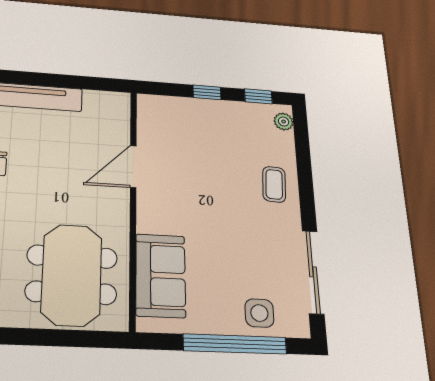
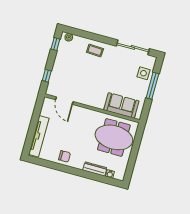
window: (207, 92) -> (47, 76), moved
door: (133, 167) -> (64, 101), moved
window: (235, 344) -> (152, 86), width x0.68

